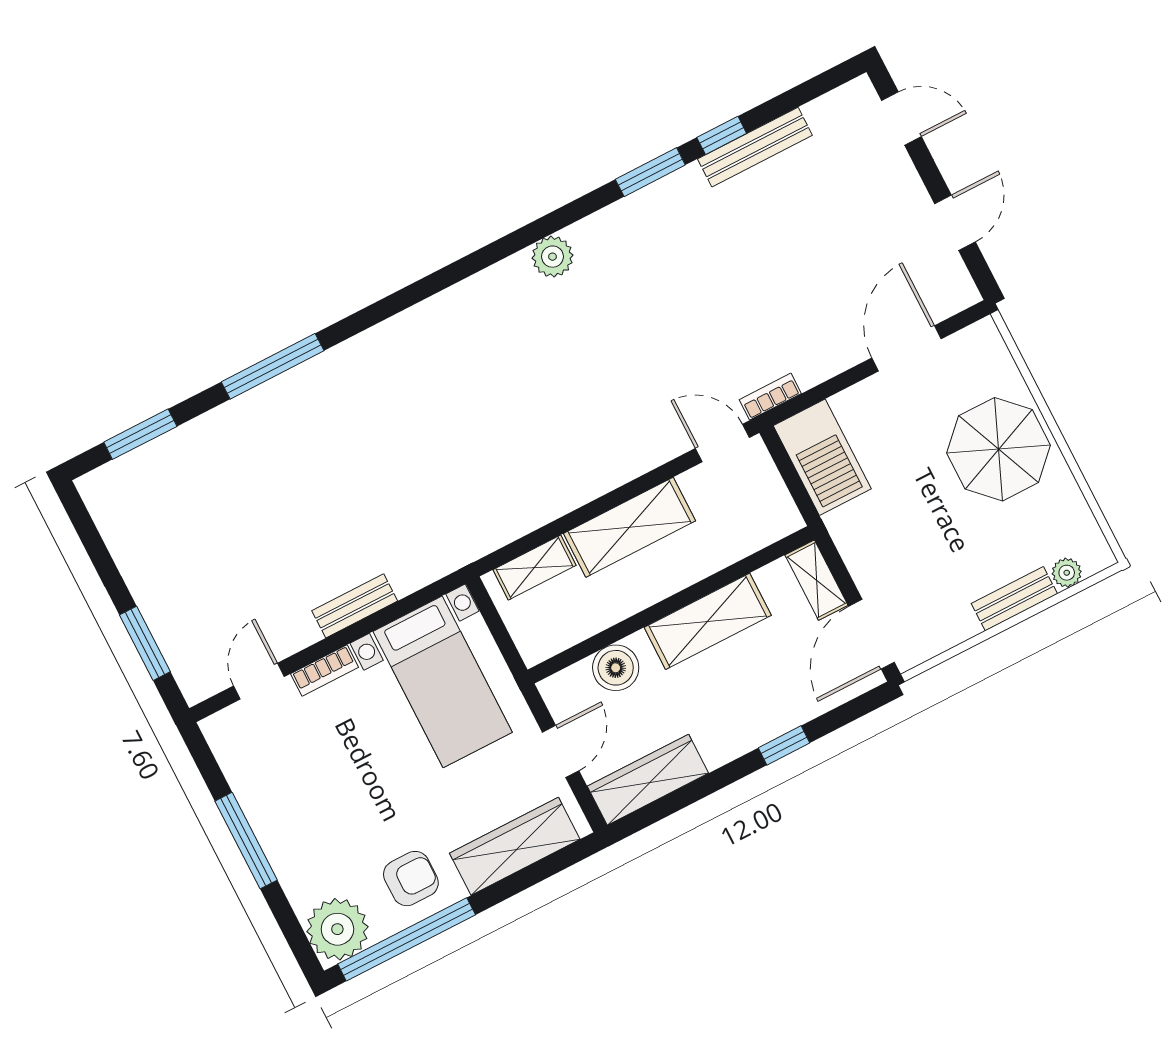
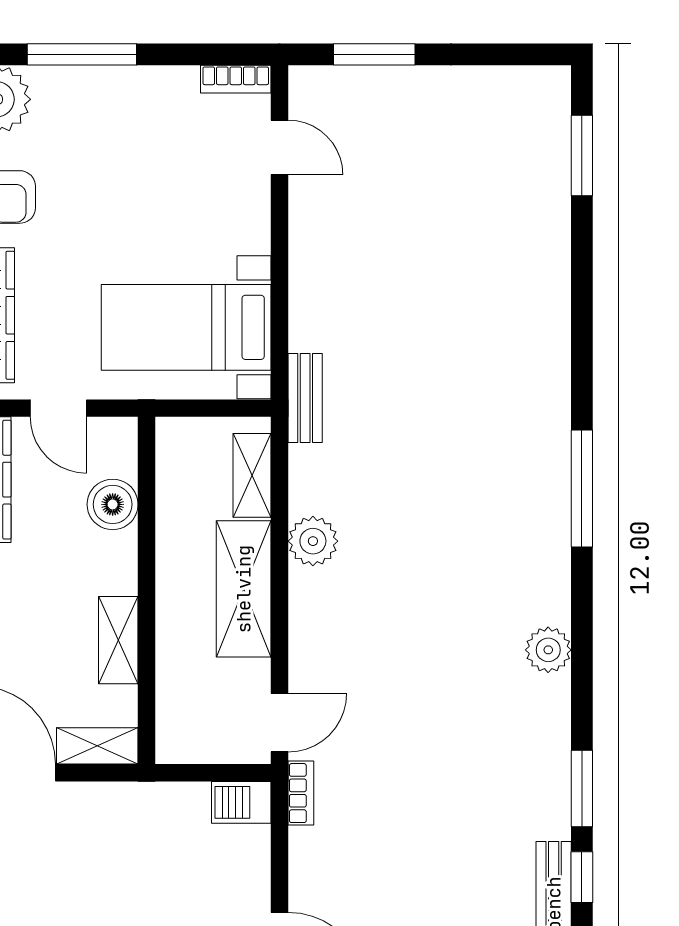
window: (273, 366) -> (582, 488), moved
barbecue: (822, 457) -> (241, 802), width x0.53, depth x0.65
plant: (562, 491) -> (313, 541), added
bench: (355, 606) -> (305, 398), moved
shelving: (708, 621) -> (118, 640), width x0.67, depth x0.75
bookcase: (325, 670) -> (236, 79), moved, turned -90
window: (246, 841) -> (82, 54), moved

